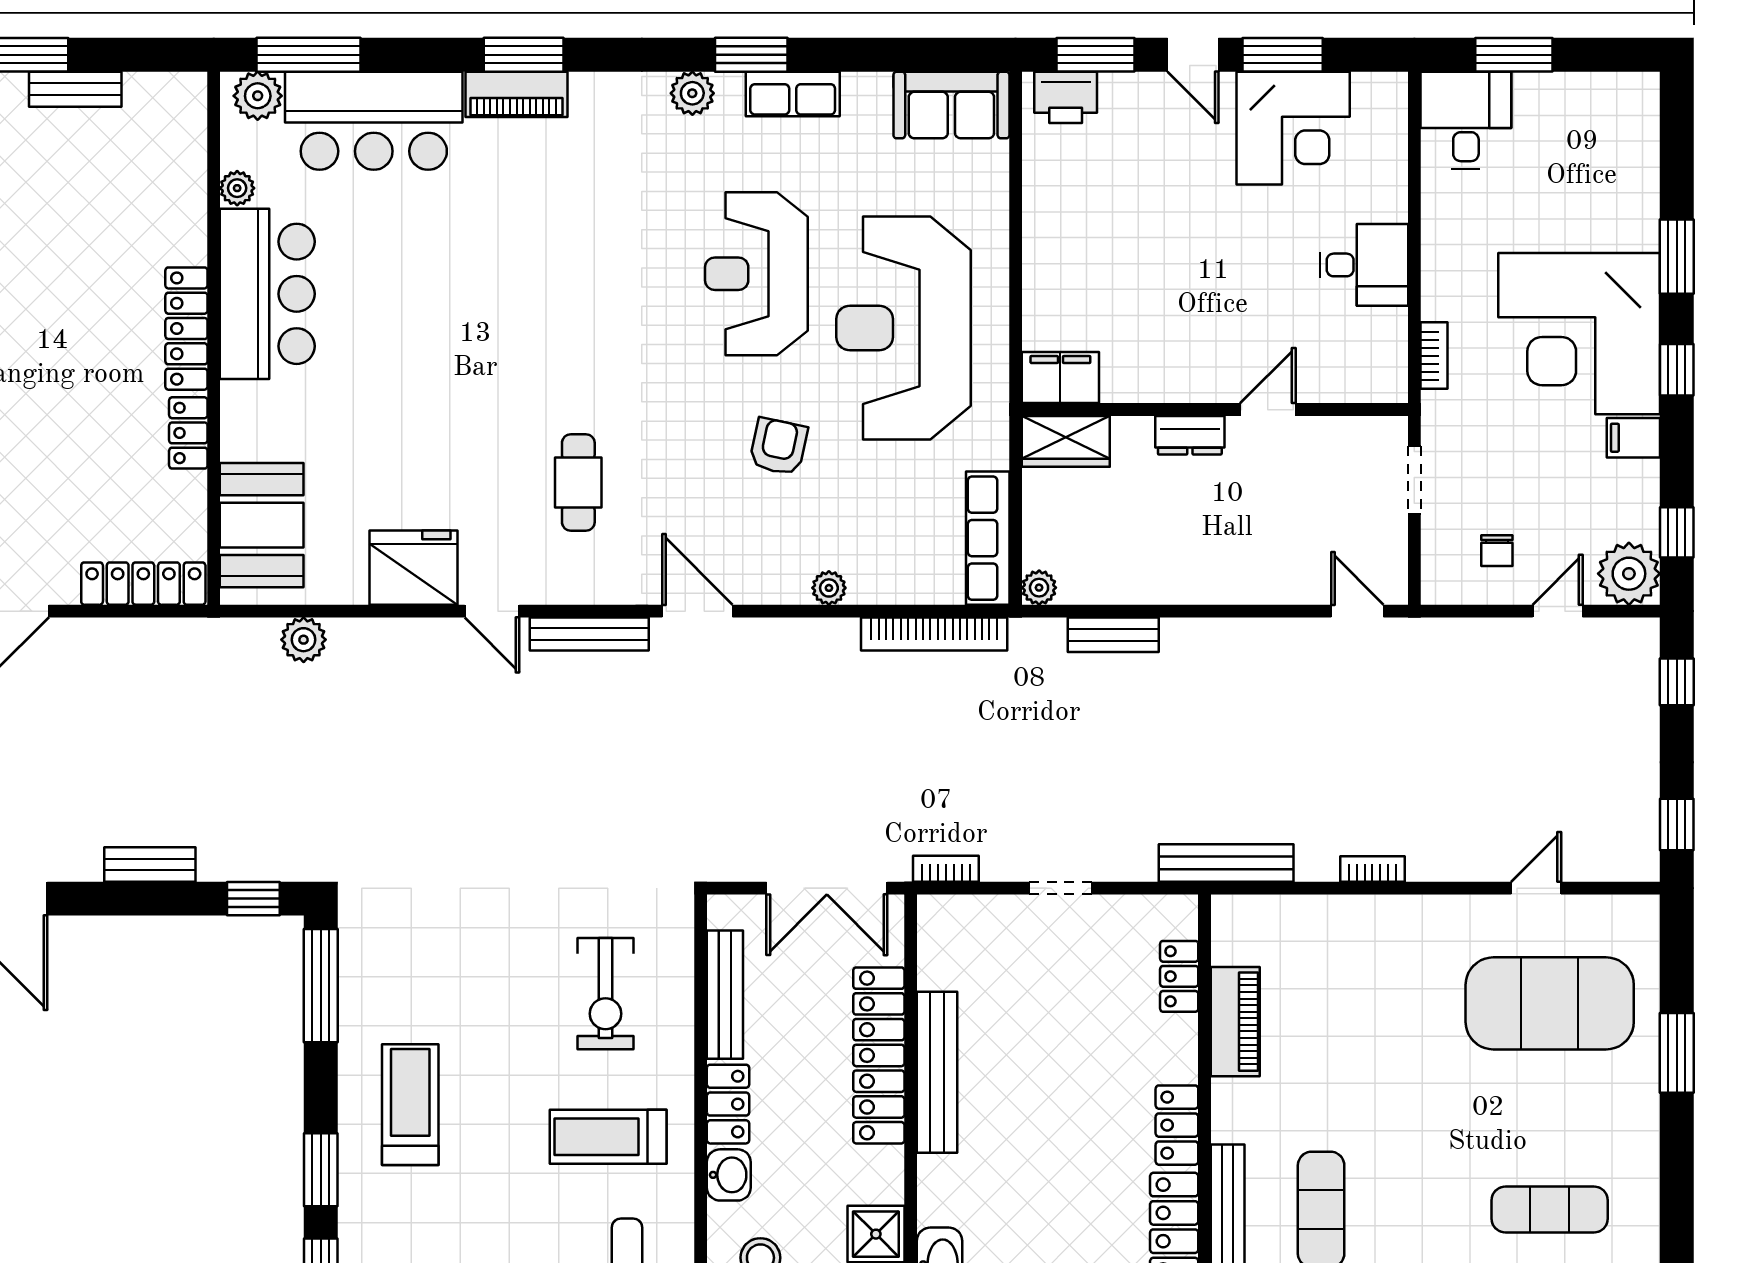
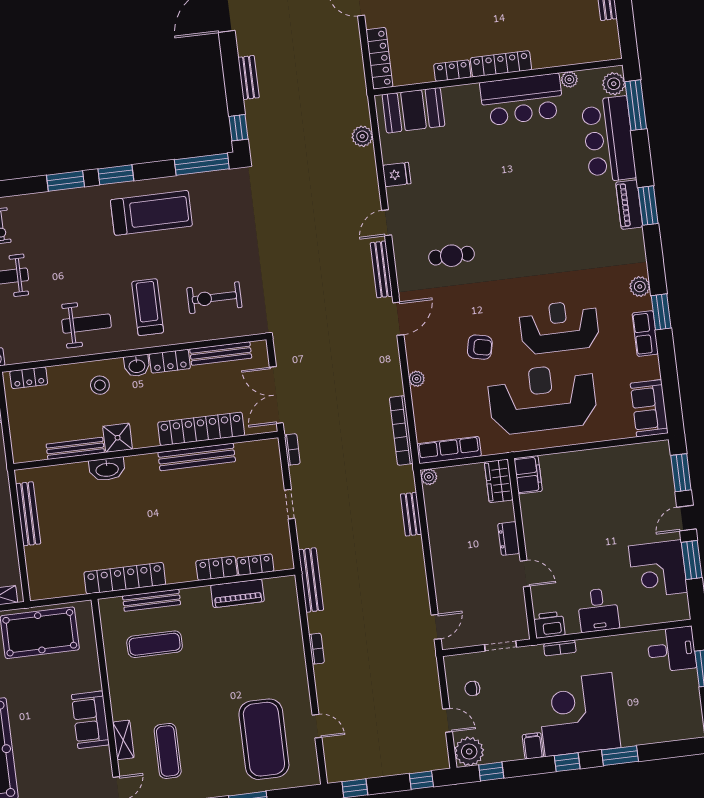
printer: (1066, 97) -> (549, 625), moved, turned 90
fridge: (414, 568) -> (397, 175), width x0.53, depth x0.75
treadmill: (410, 1105) -> (151, 213), width x1.37, depth x1.38
locker: (1177, 1125) -> (216, 568), moved

